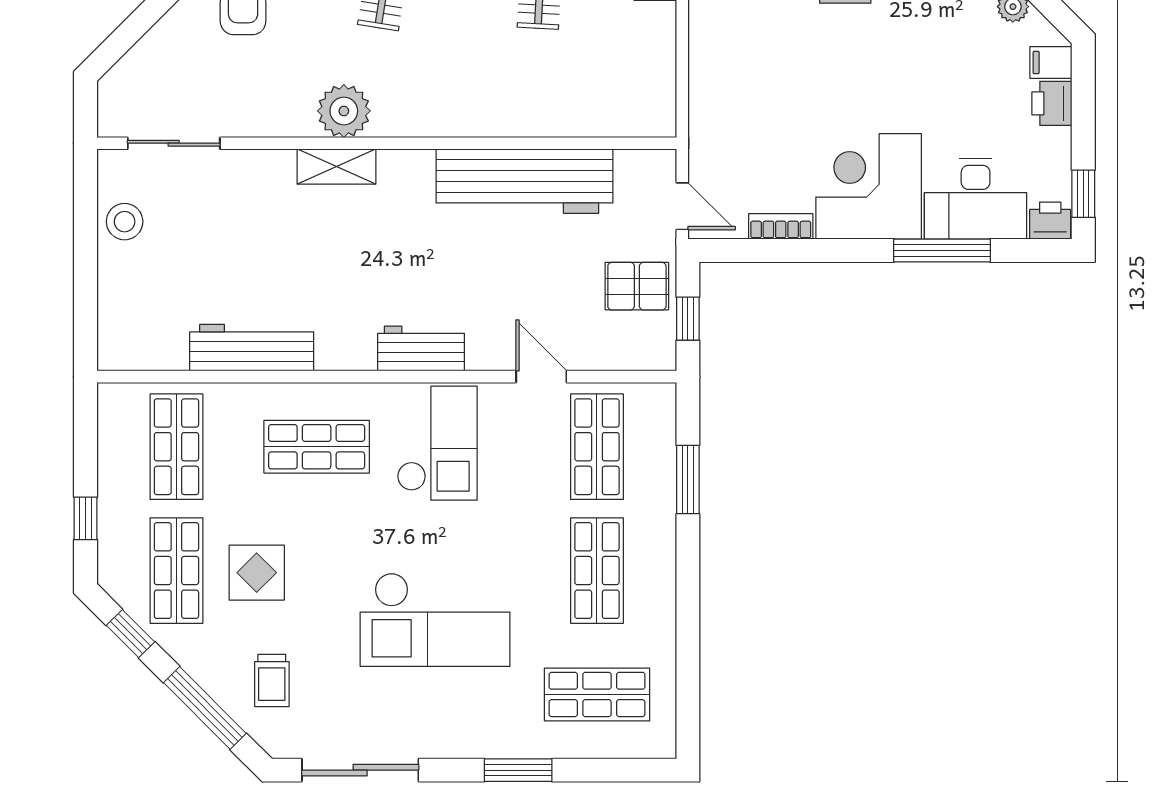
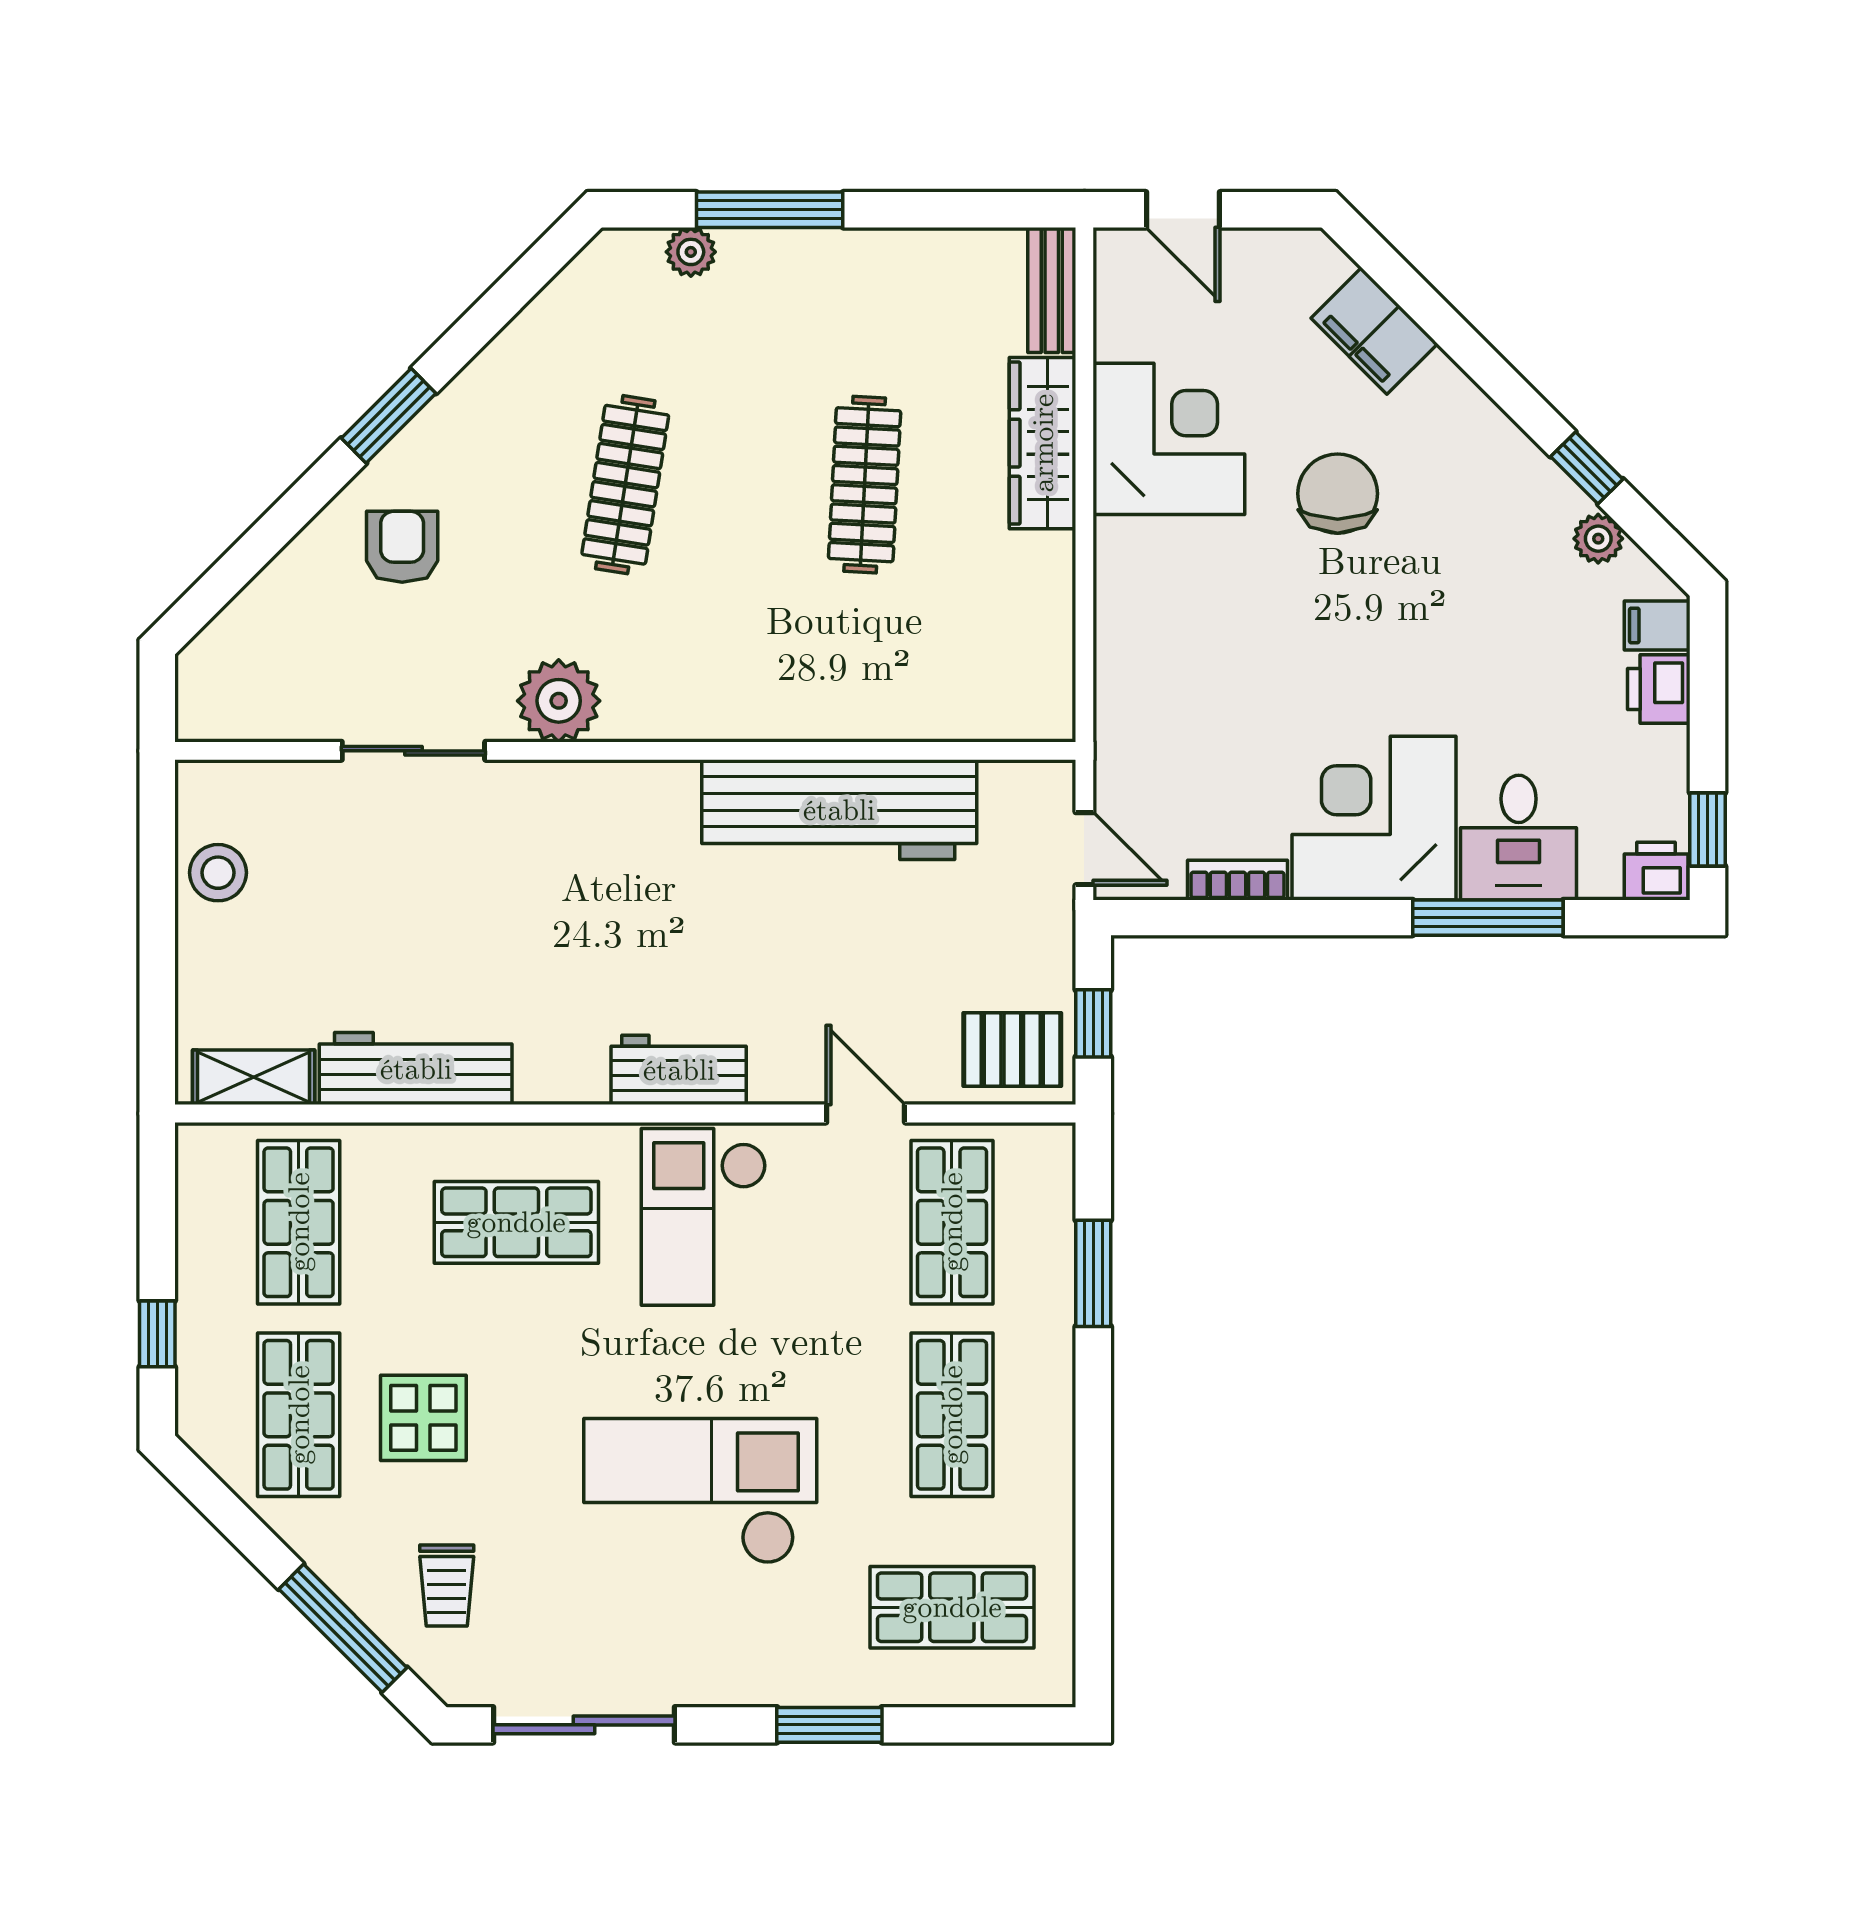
sliding door: (174, 143) -> (413, 751), moved
shelving: (336, 167) -> (254, 1077), moved
desk: (976, 199) -> (1519, 838), width x0.73
pallet: (637, 286) -> (1012, 1049), moved
checkout: (437, 443) -> (704, 1217), turned 180
checkout: (435, 620) -> (700, 1491), turned 180
window: (131, 634) -> (227, 1513), removed

